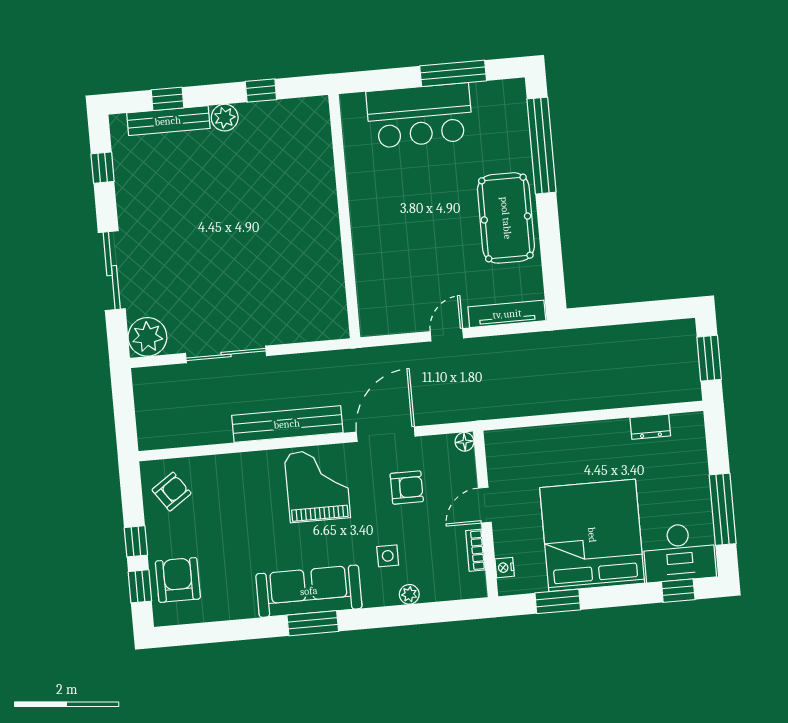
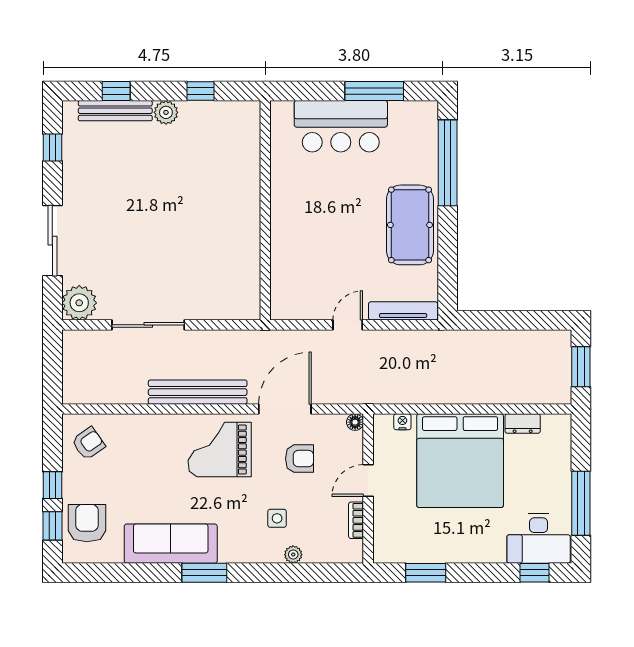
grand piano: (317, 485) -> (220, 449), turned -90
bed: (592, 535) -> (460, 461), moved, turned 180
nightstand: (505, 568) -> (402, 422), moved, turned 90
sofa: (309, 591) -> (171, 544), moved

